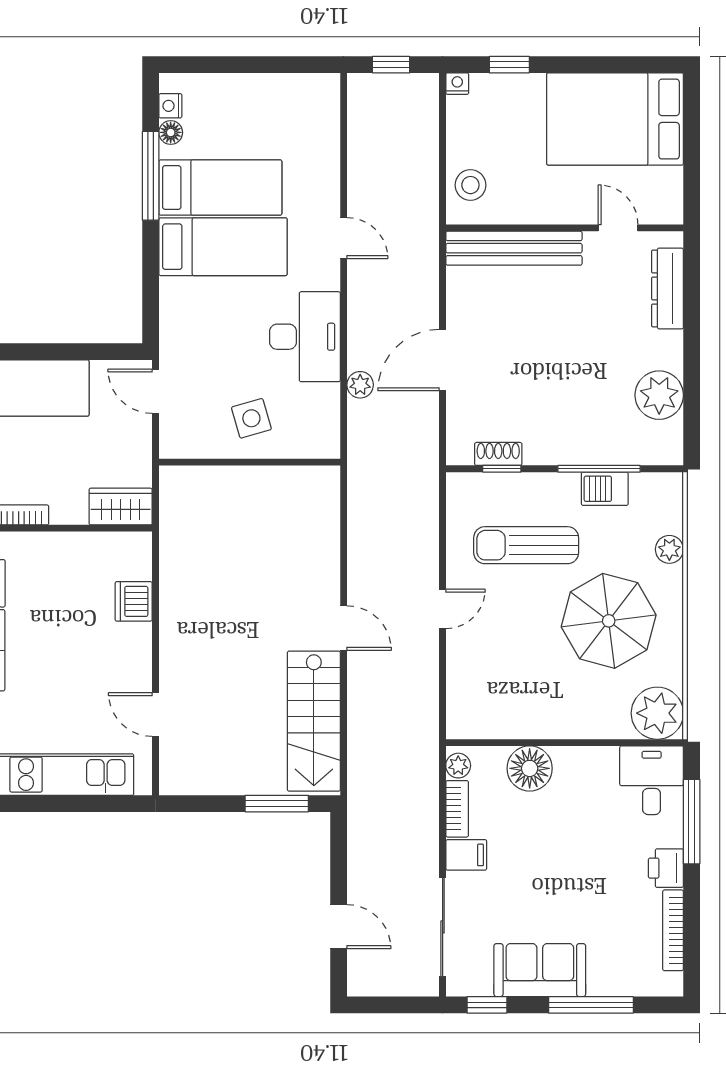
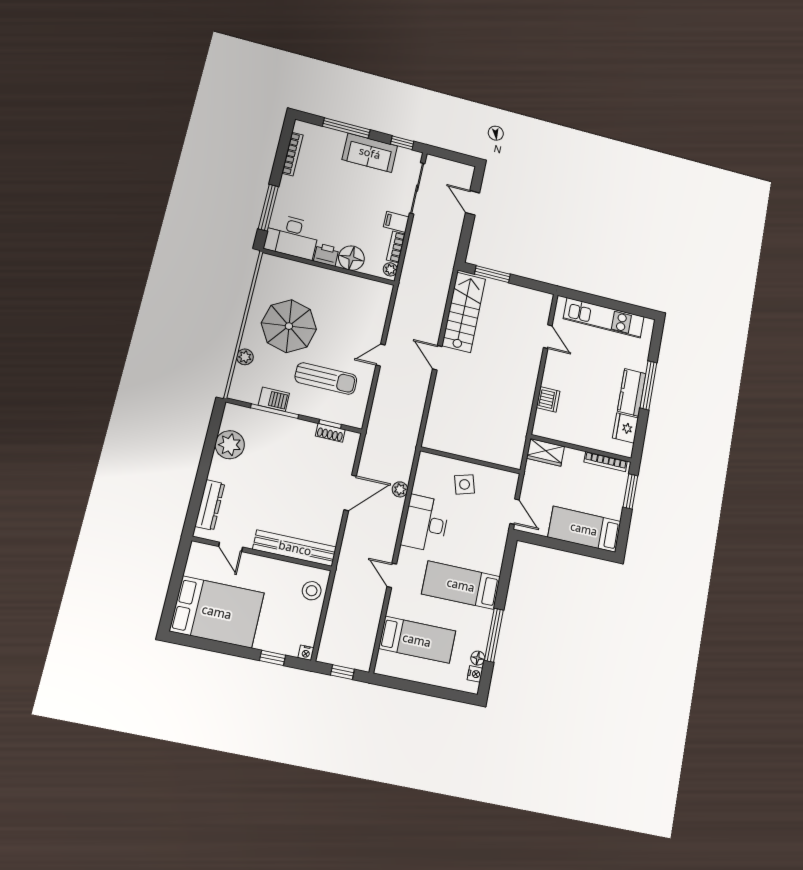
bed: (220, 187) -> (417, 640), moved, turned 180
plant: (657, 713) -> (273, 270), removed
desk: (652, 780) -> (292, 237), width x1.37
printer: (666, 868) -> (326, 255), moved, turned -90

